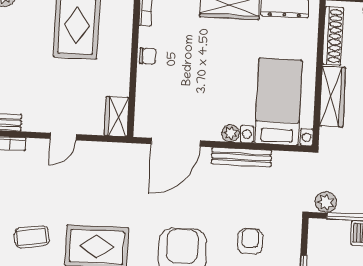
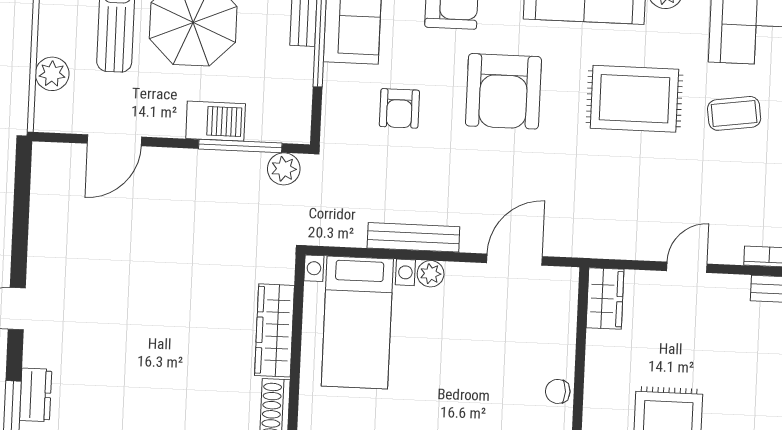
door: (176, 142) -> (515, 260), width x0.73

